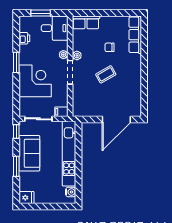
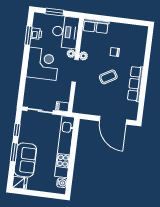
desk: (55, 28) -> (65, 32), width x1.37
row of seats: (135, 35) -> (135, 84), moved
window: (16, 62) -> (28, 36), moved
corner desk: (35, 81) -> (43, 64), moved
door: (116, 119) -> (113, 120), hinge flipped
window: (16, 132) -> (17, 130), moved
sofa: (29, 153) -> (25, 160), moved

